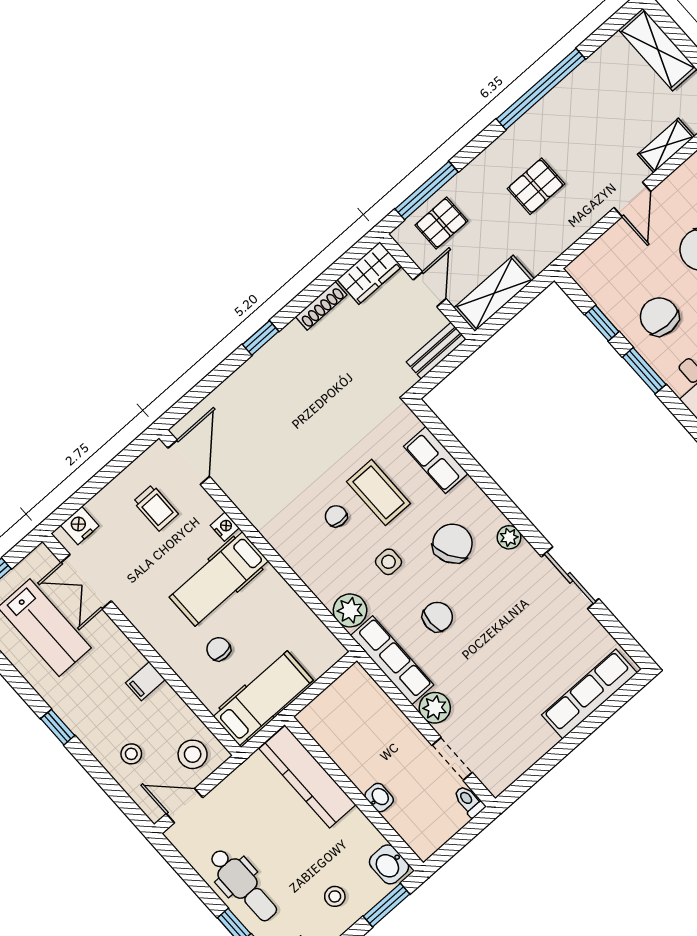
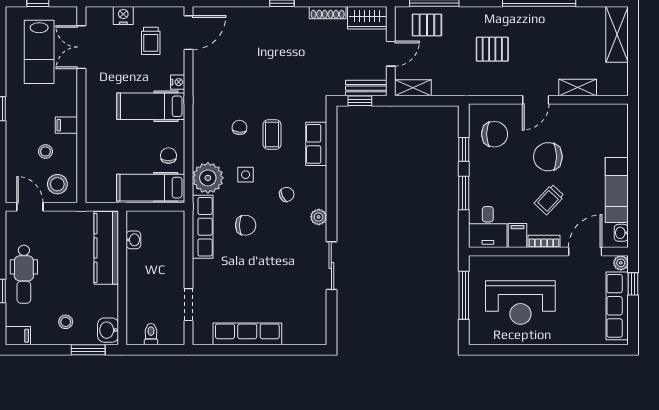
shelving: (494, 293) -> (413, 88), width x0.67, depth x0.75
chair: (659, 317) -> (495, 134), moved, turned 89
window: (442, 371) -> (360, 101), added
coffee table: (379, 492) -> (272, 135), width x0.73, depth x0.77
nightstand: (80, 526) -> (123, 15), moved
chair: (452, 544) -> (287, 194), width x0.54, depth x0.54
plant: (350, 610) -> (208, 178), width x1.36, depth x1.36
chair: (219, 649) -> (168, 156), moved
row of seats: (589, 694) -> (247, 334), moved
hospital bed: (263, 698) -> (151, 188), moved, turned 180
plant: (435, 708) -> (203, 271), removed
stool: (131, 754) -> (45, 151), moved
washbasin: (379, 798) -> (133, 240), moved
toilet: (469, 801) -> (151, 334), moved

